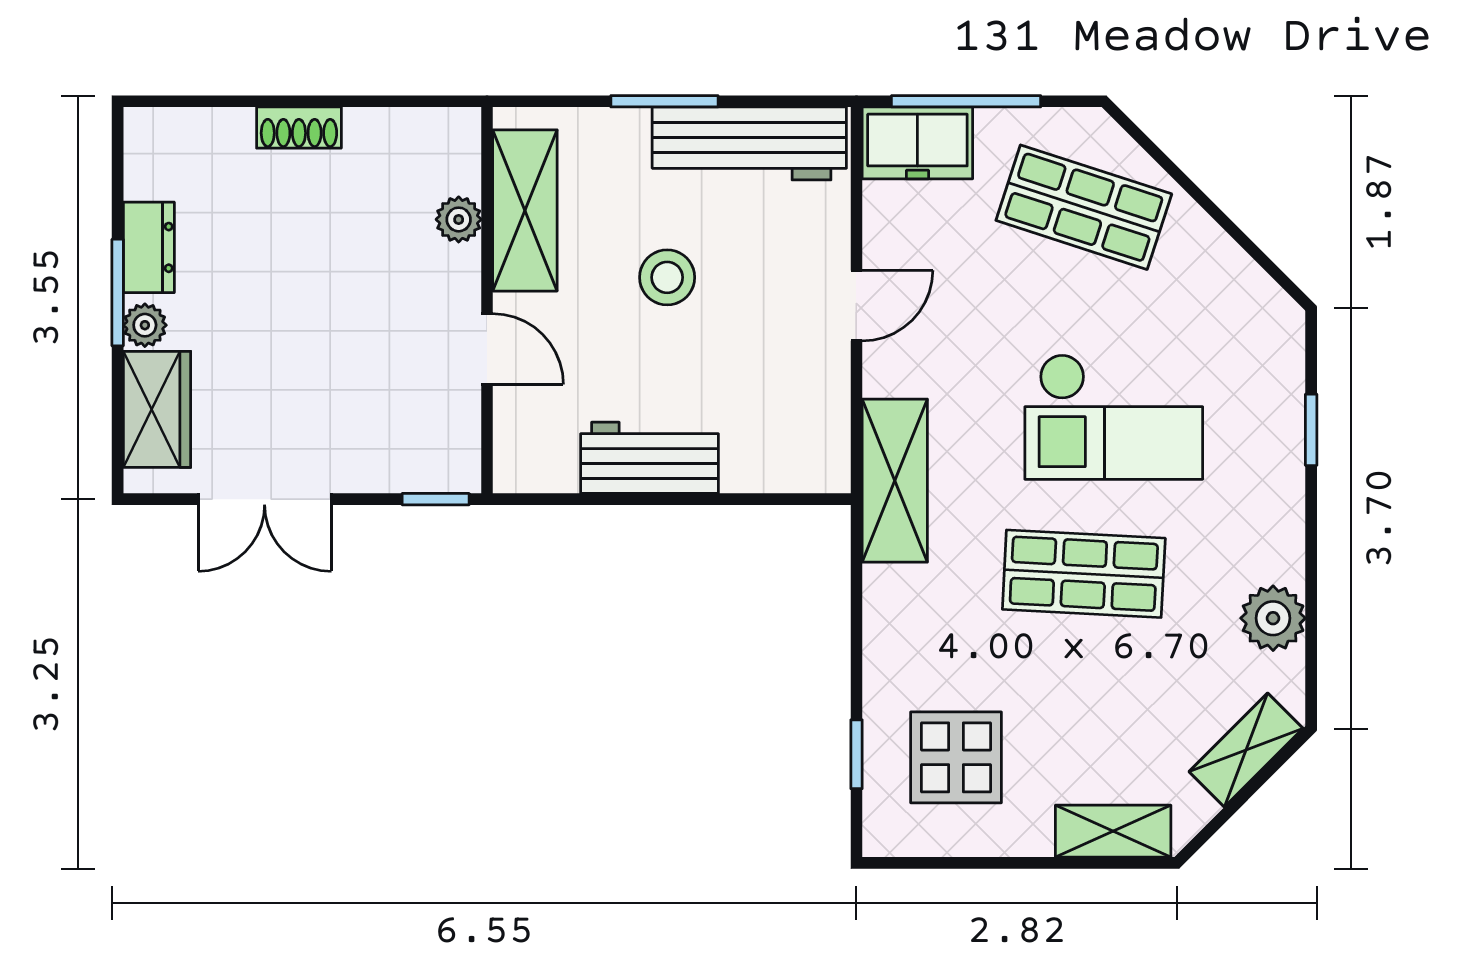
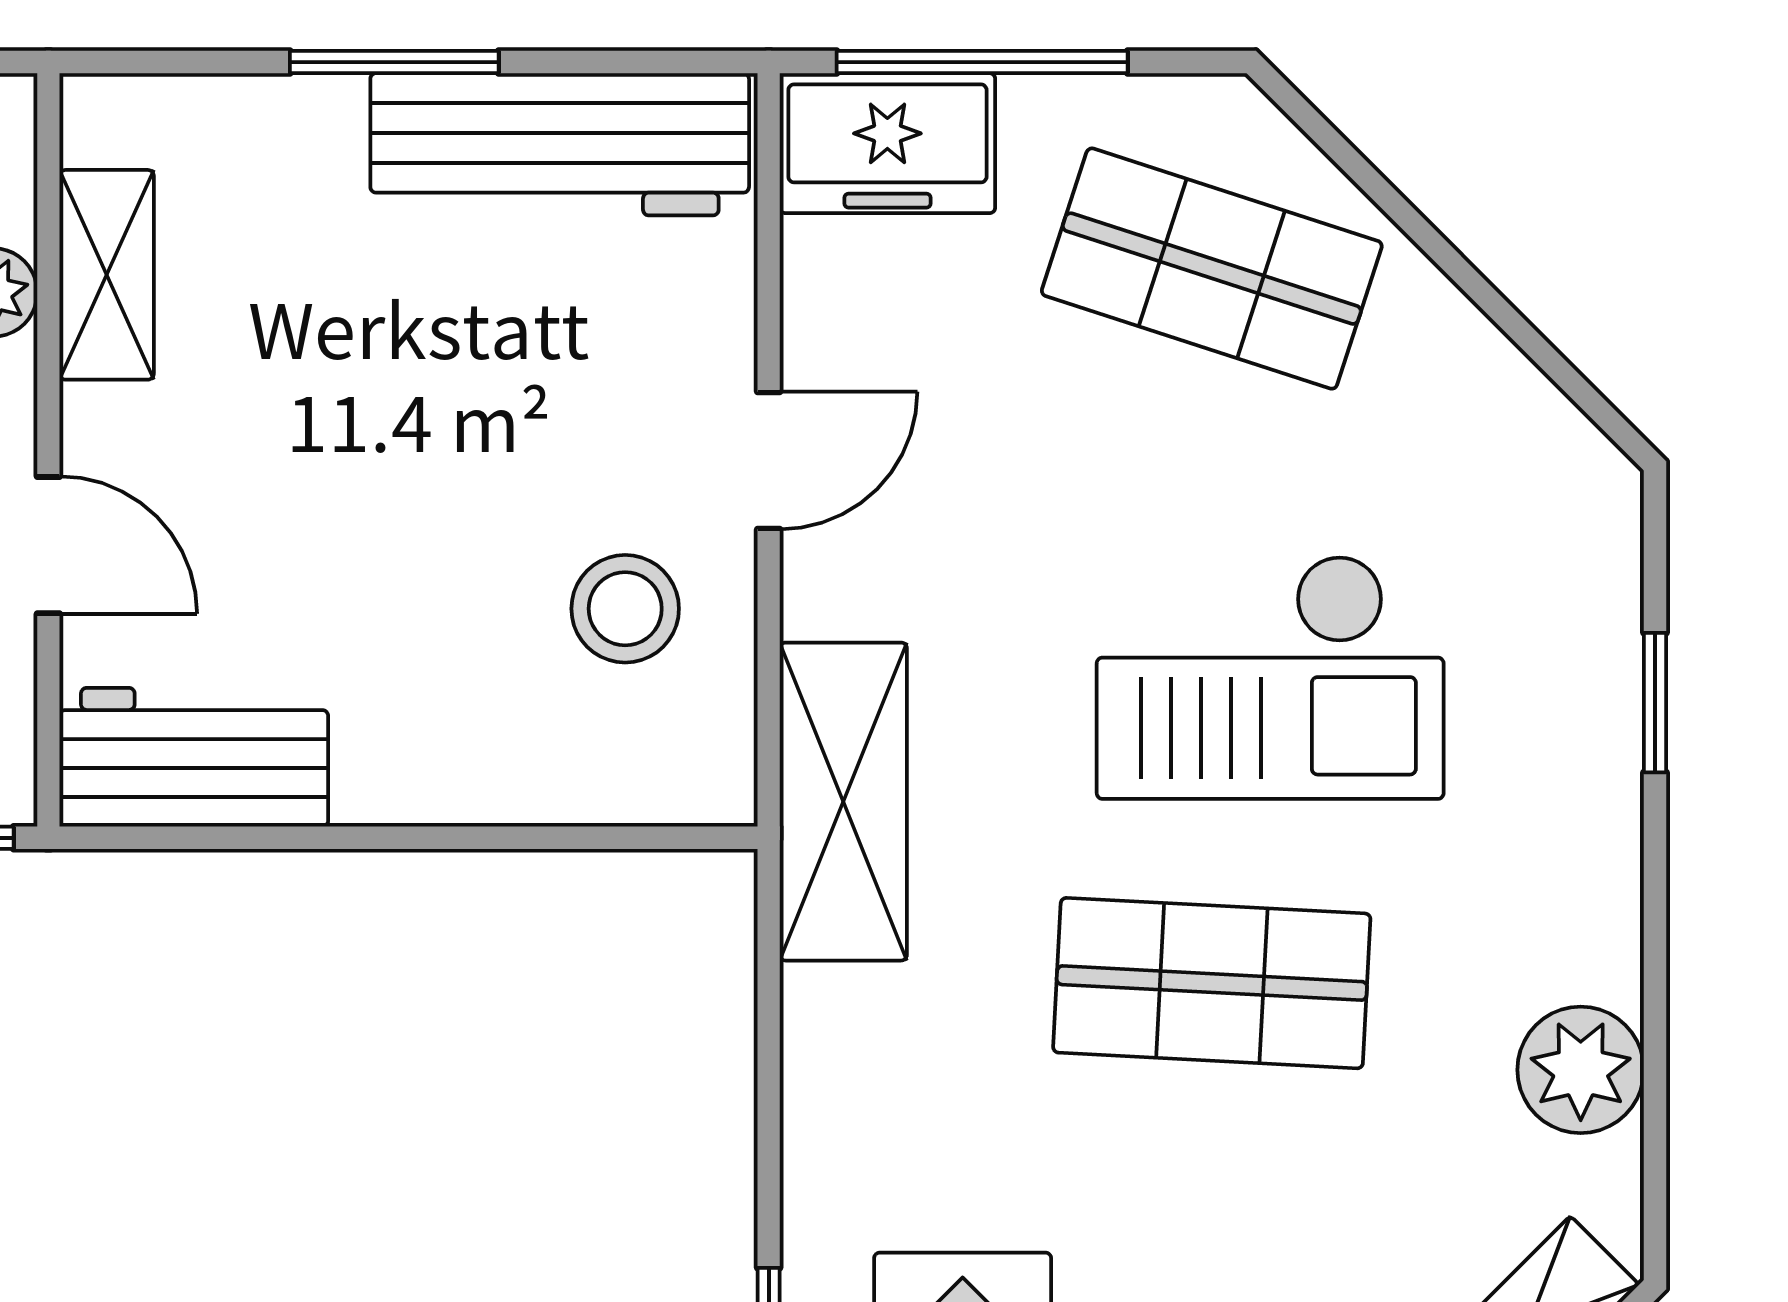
shelving: (525, 210) -> (107, 275), width x0.67, depth x0.75
stool: (667, 277) -> (625, 609), moved
workbench: (649, 458) -> (194, 757), moved

